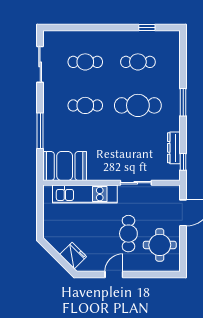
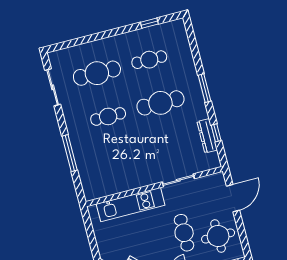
cafe table: (85, 62) -> (97, 73), width x1.37, depth x1.35
window: (183, 162) -> (216, 133), moved
booth: (65, 166) -> (103, 182), removed

